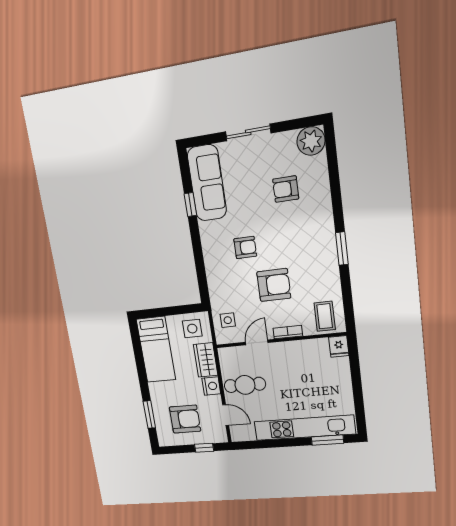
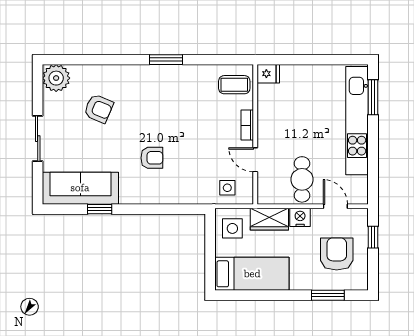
armchair: (286, 189) -> (99, 109), turned -67
armchair: (245, 247) -> (152, 158), turned 90
armchair: (274, 285) -> (195, 133), removed
door: (226, 415) -> (335, 206), hinge flipped

